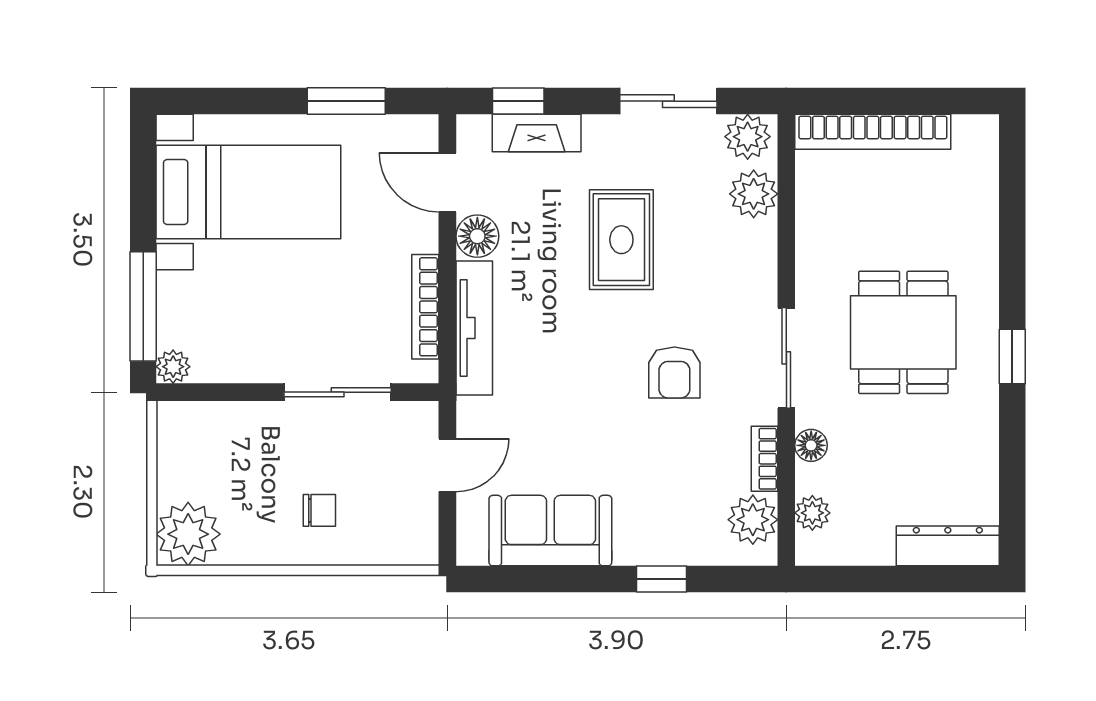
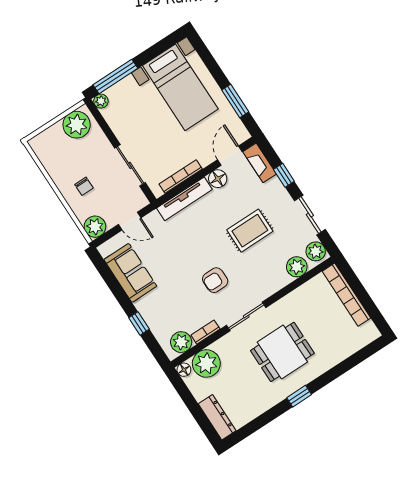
window: (518, 101) -> (284, 175), moved
fireplace: (537, 133) -> (260, 163), moved
floor lamp: (811, 445) -> (184, 370), moved
plant: (812, 513) -> (206, 363), width x1.88, depth x1.88
plant: (188, 534) -> (77, 125), moved
plant: (413, 541) -> (95, 227), added

